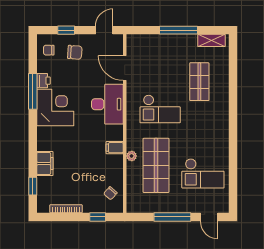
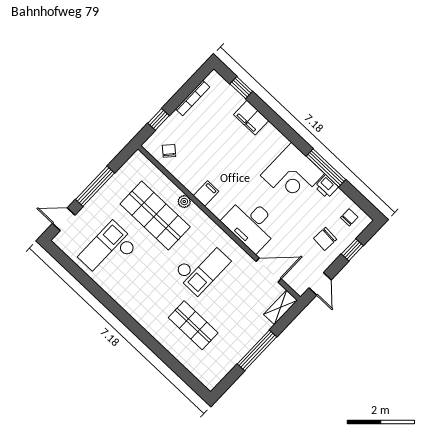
shelving: (211, 40) -> (280, 307), moved
checkout: (160, 109) -> (202, 267), turned 180

